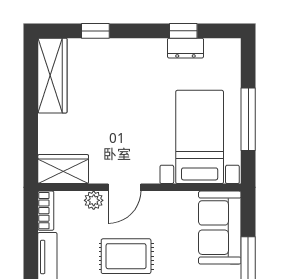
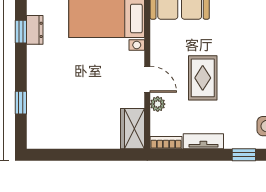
wardrobe: (52, 76) -> (57, 137), removed

